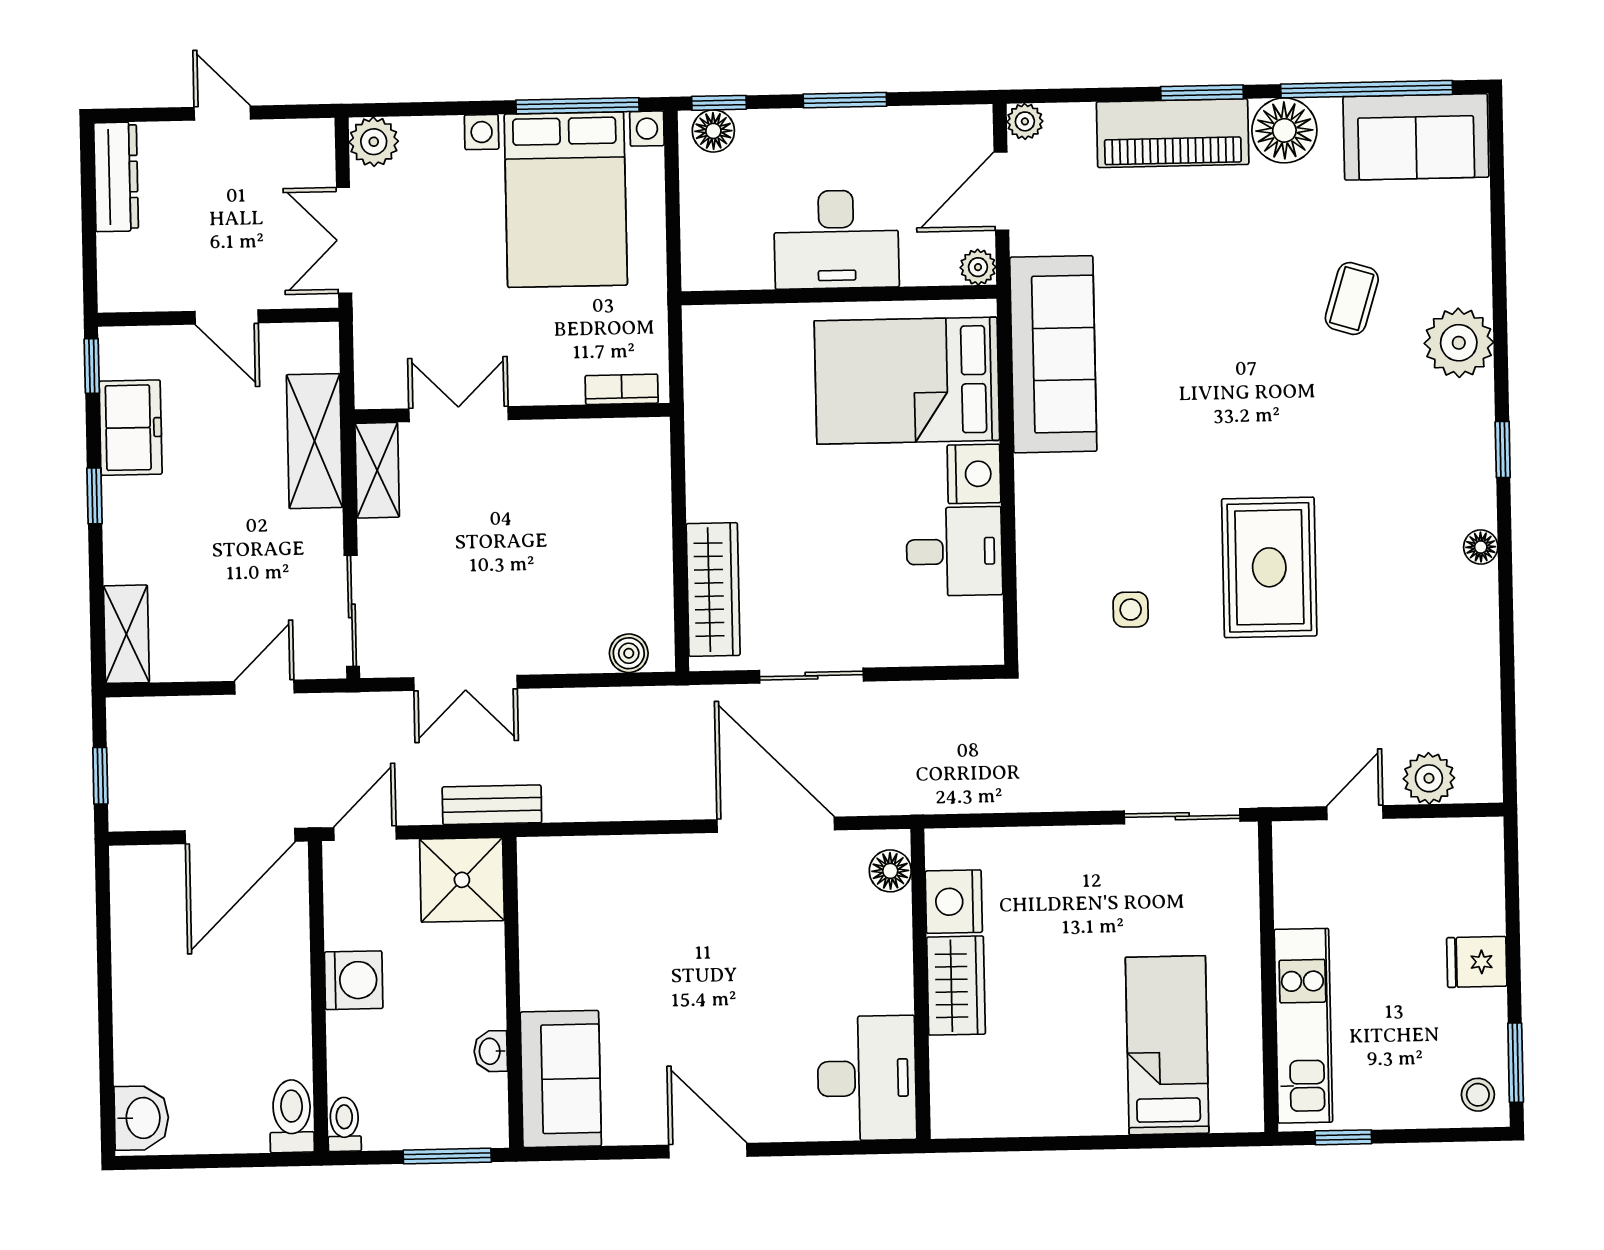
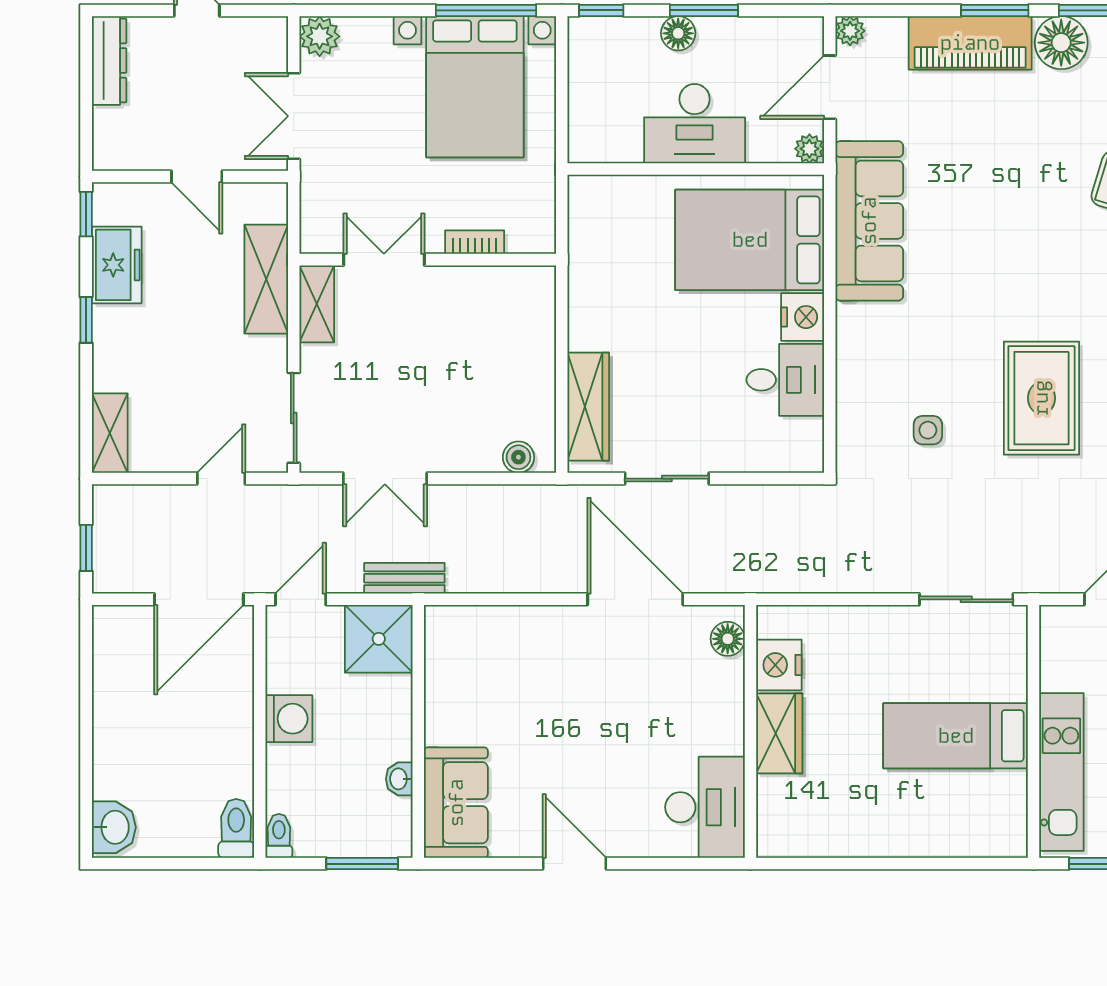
floor lamp: (713, 131) -> (678, 33), moved
bookcase: (622, 389) -> (475, 242), moved
bed: (1167, 1045) -> (956, 736), moved, turned -90

